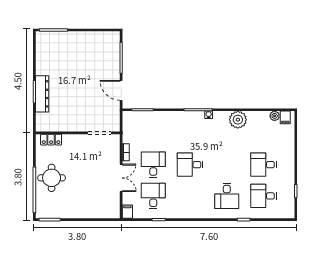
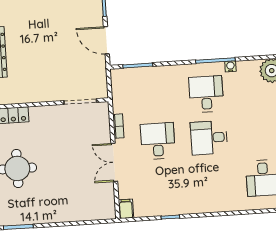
double door: (121, 178) -> (114, 162), swing flipped
desk: (153, 196) -> (206, 94), moved

